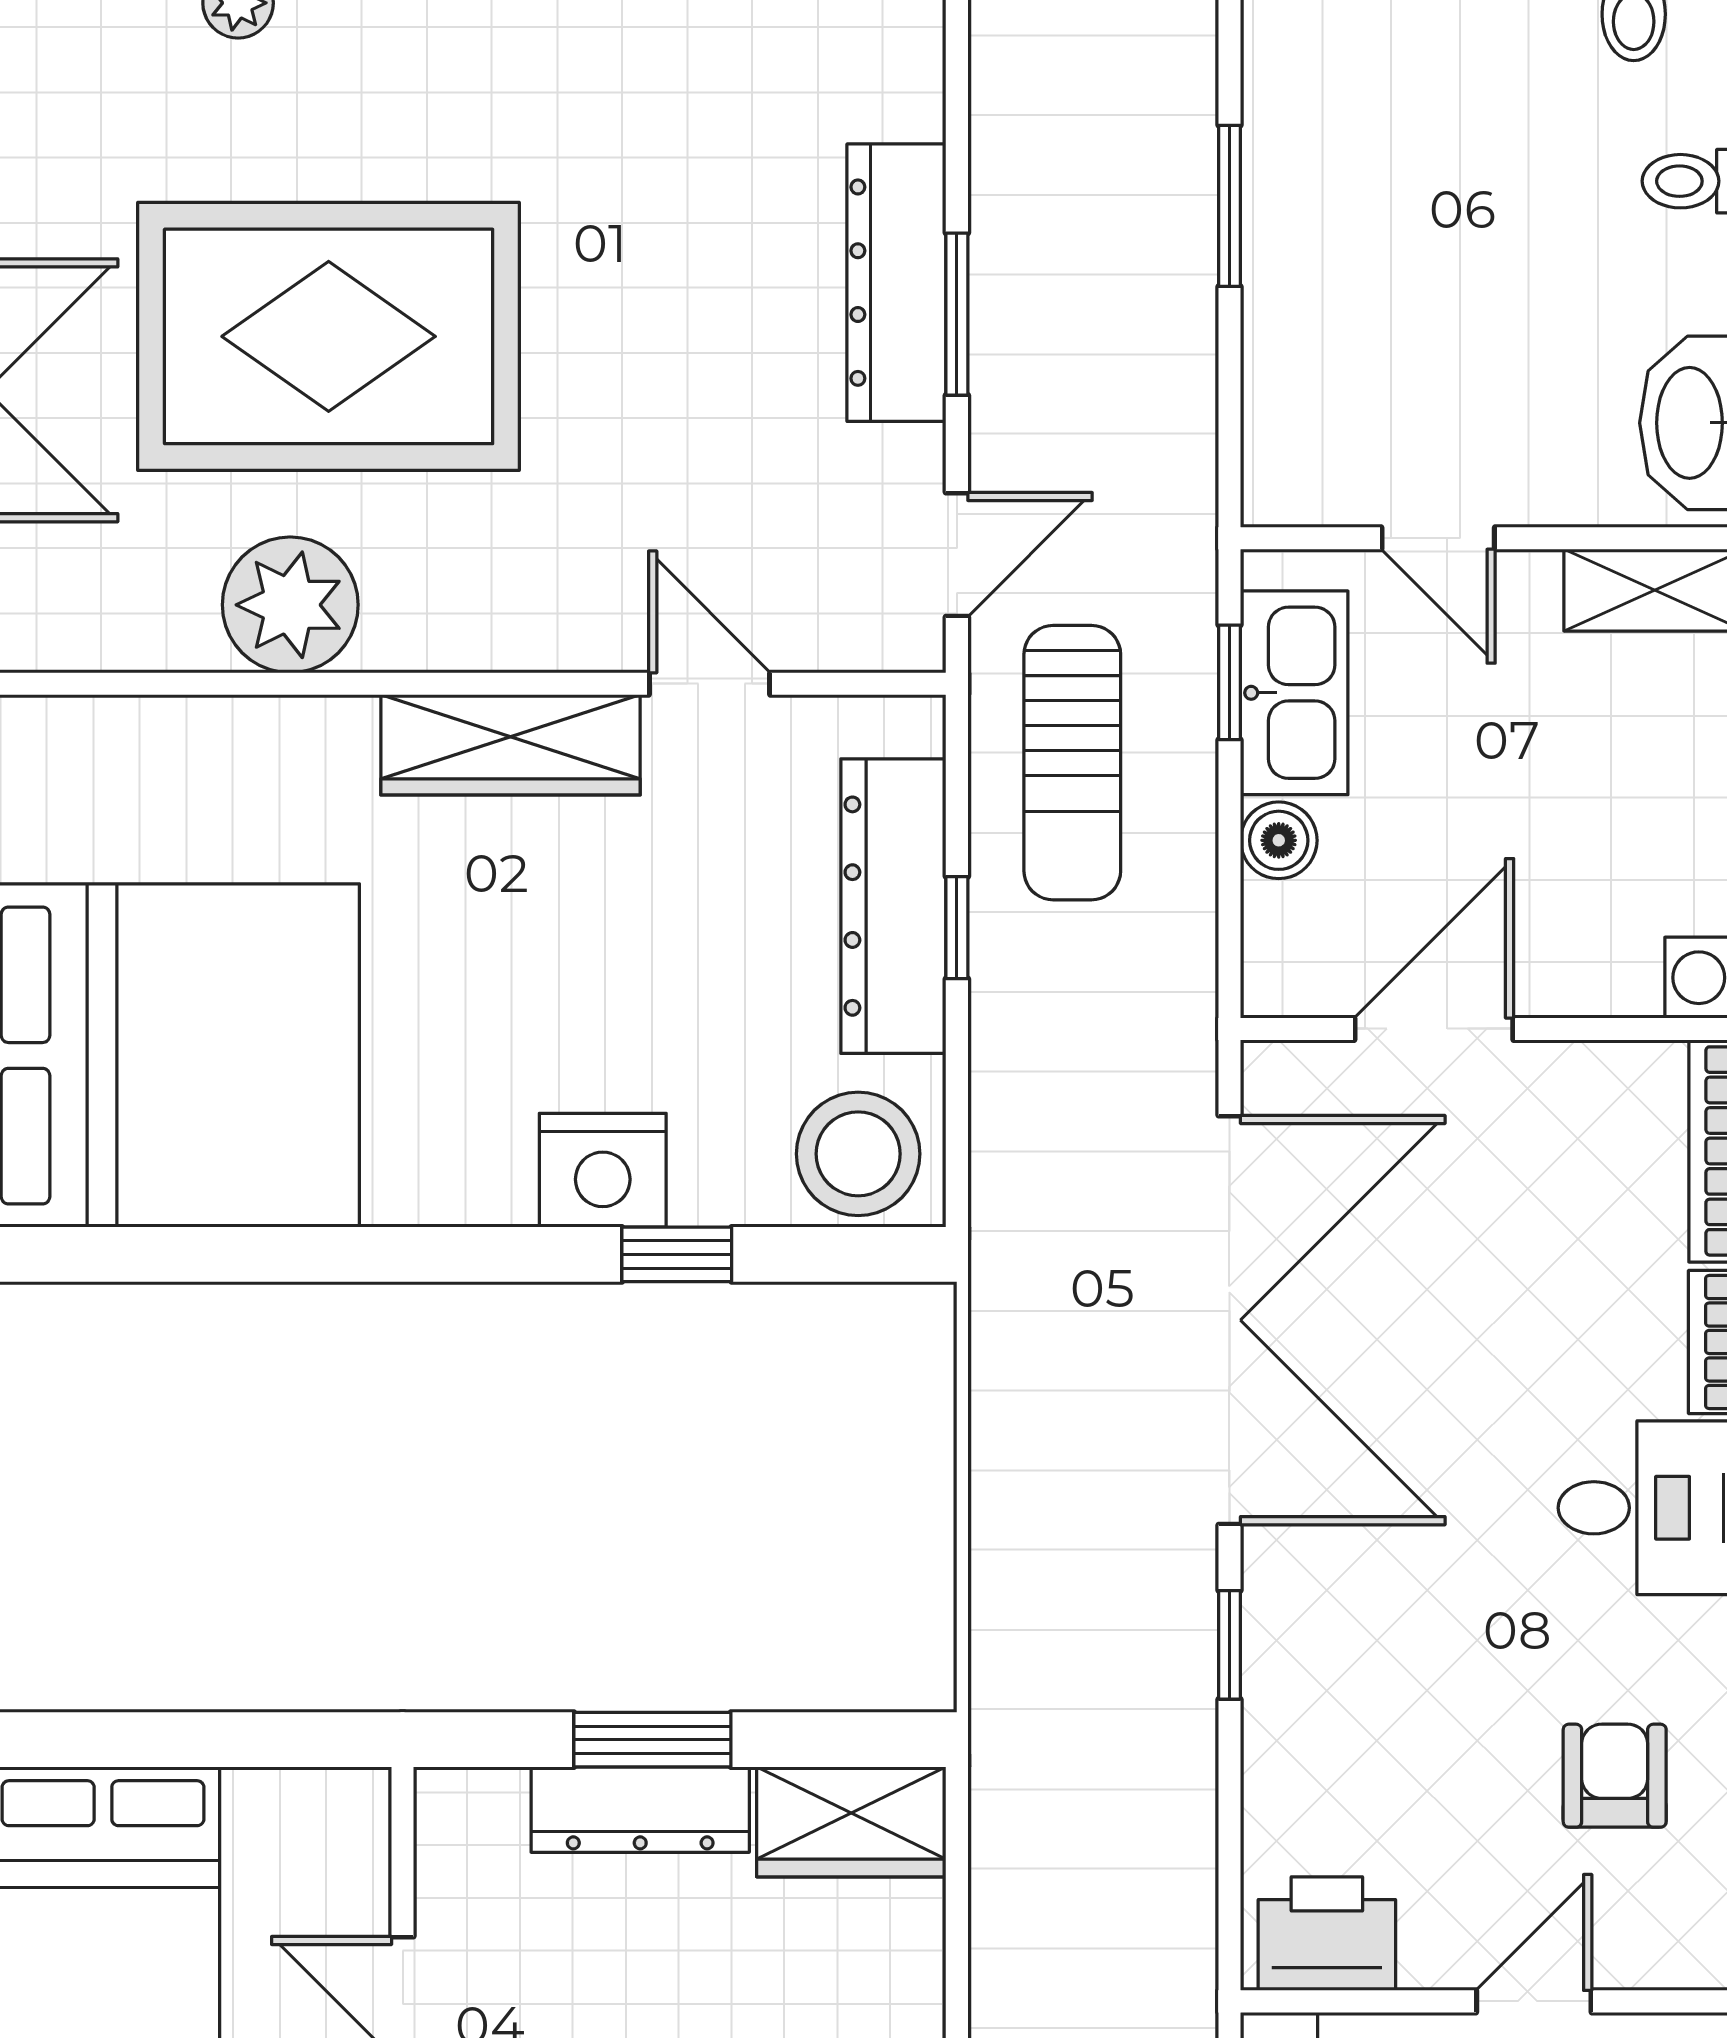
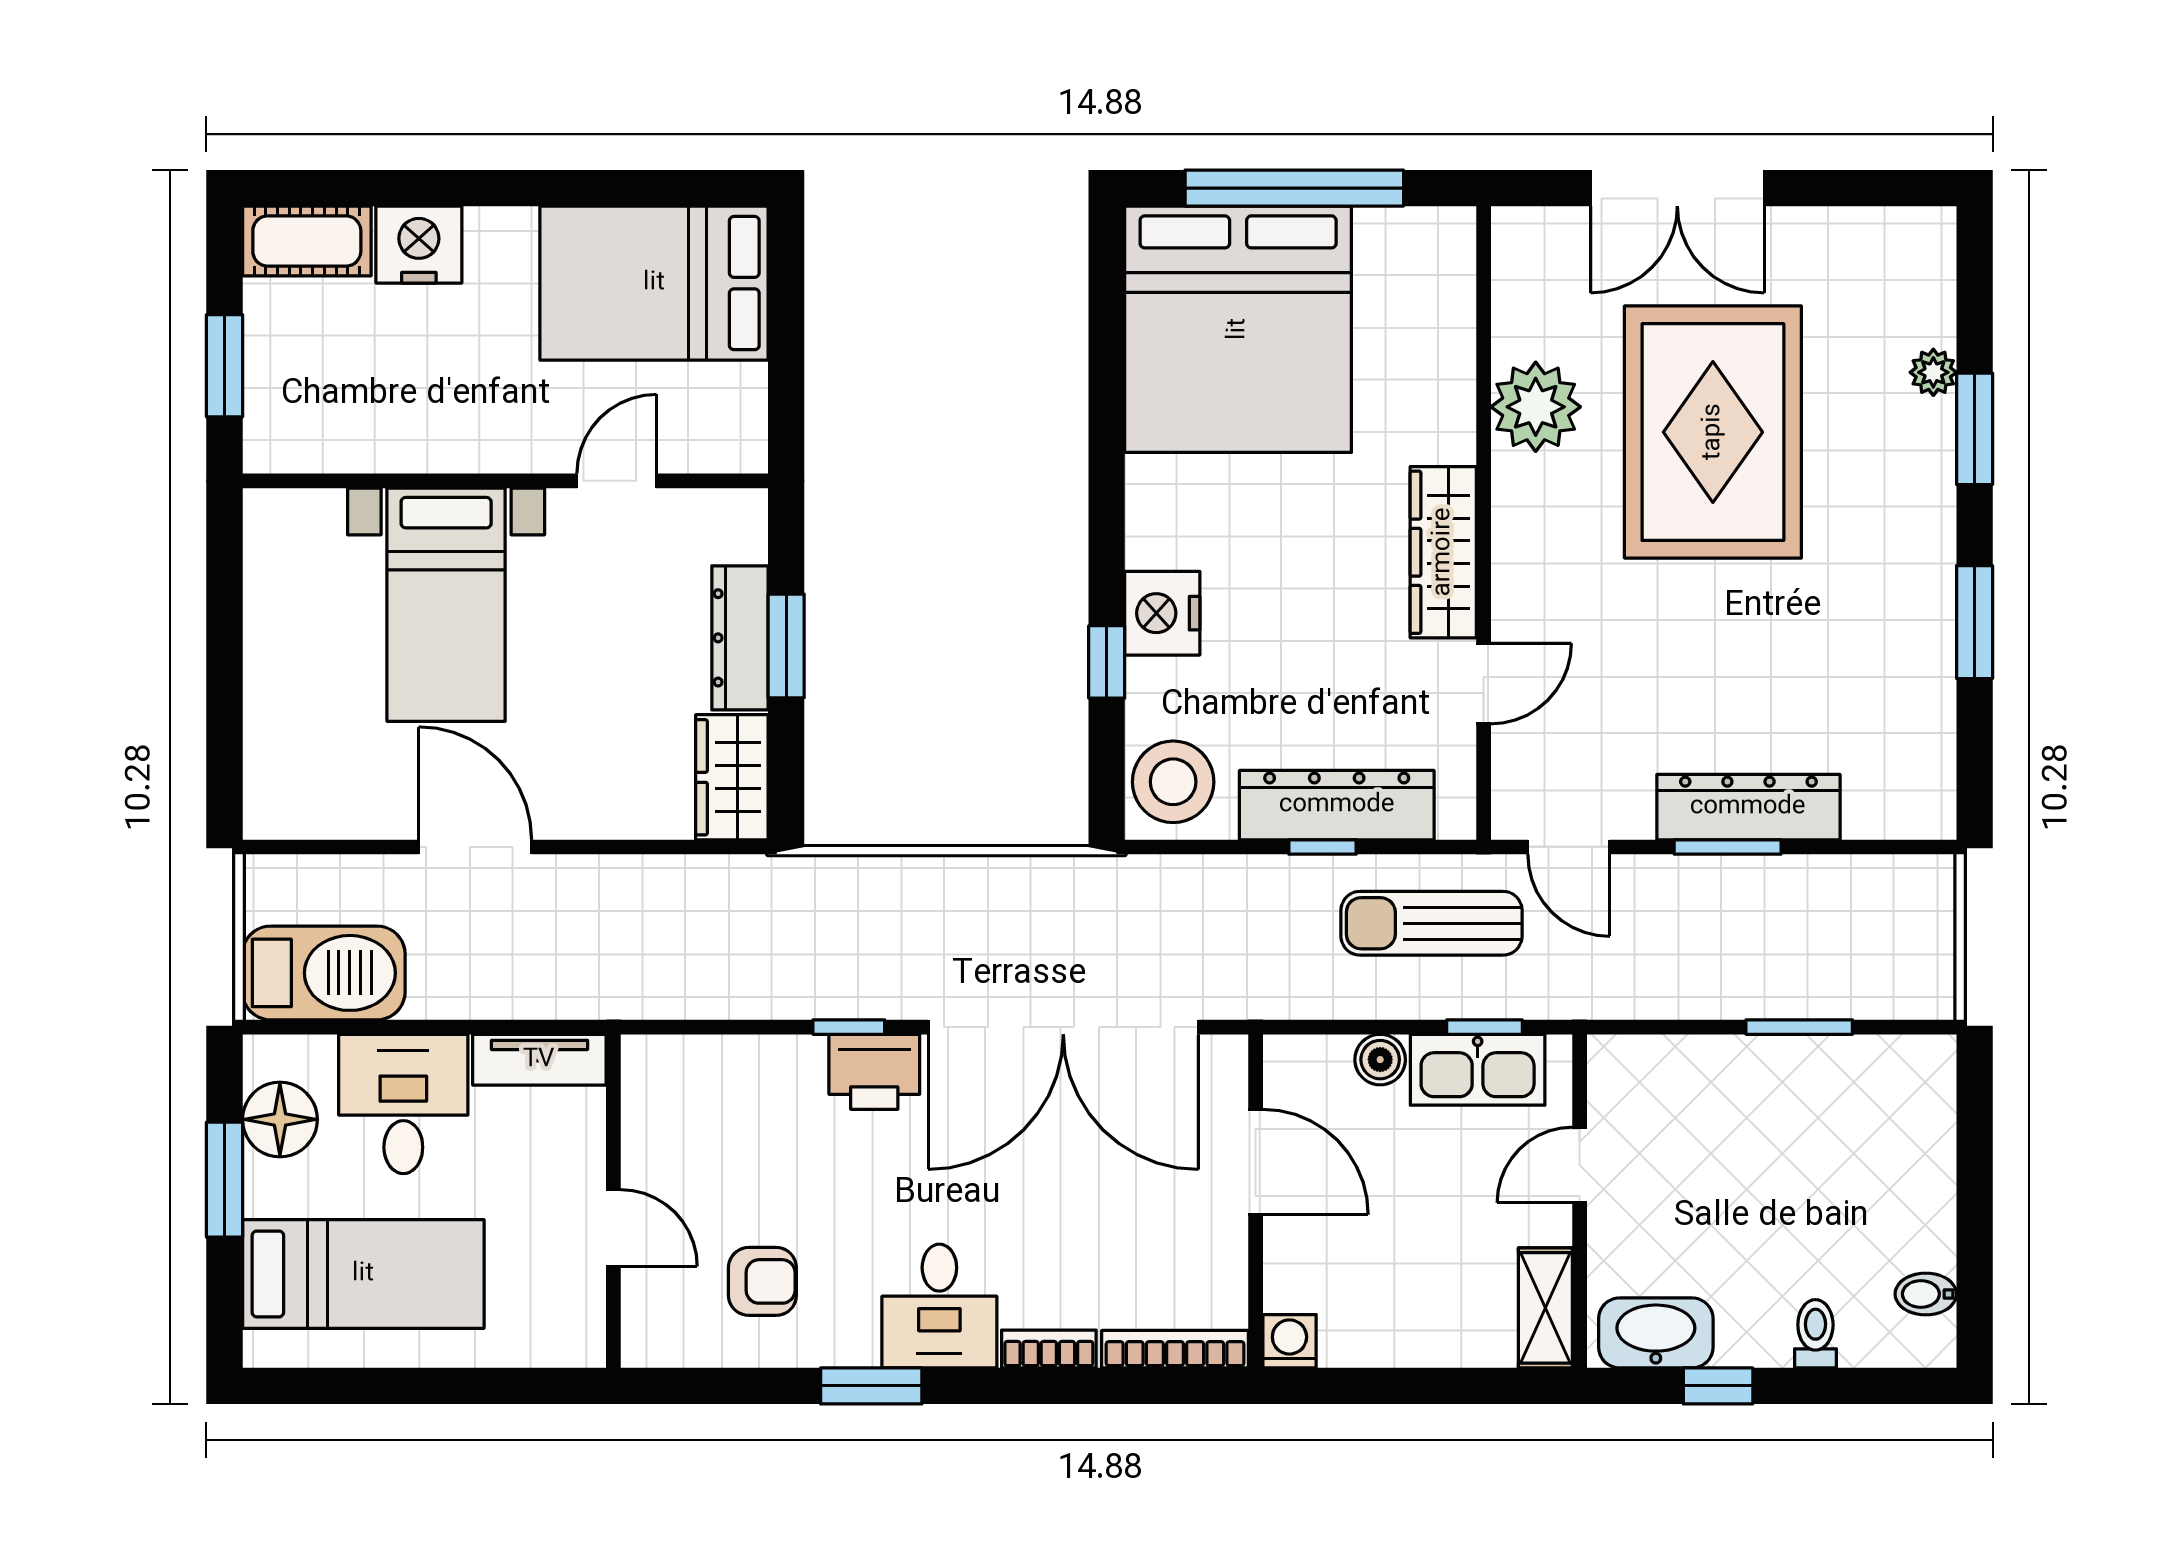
printer: (1327, 1934) -> (874, 1072), moved, turned 90

